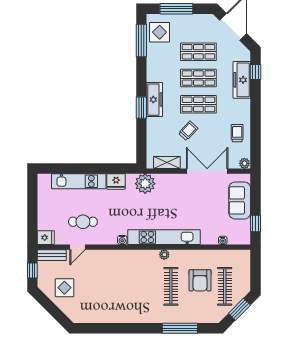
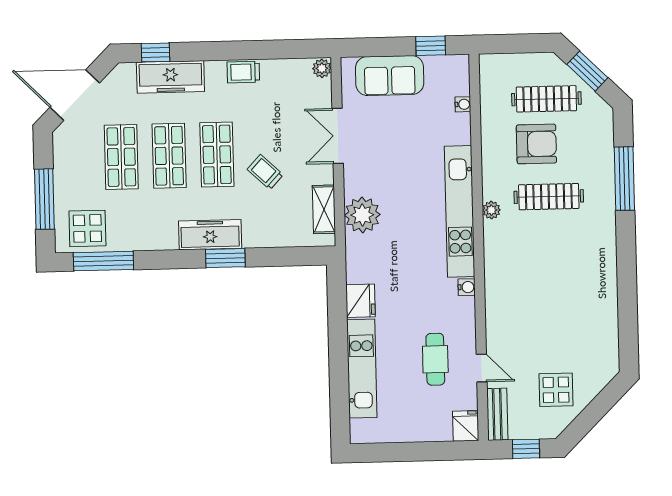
trolley: (237, 133) -> (243, 72), moved
double door: (207, 171) -> (338, 136), width x0.73
plant: (145, 184) -> (362, 215), moved

